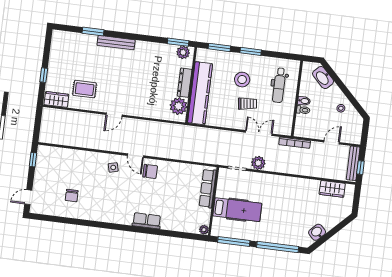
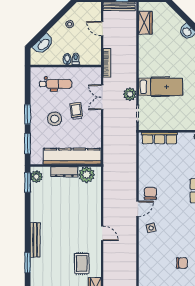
hospital bed: (237, 210) -> (161, 87), moved, turned 90

